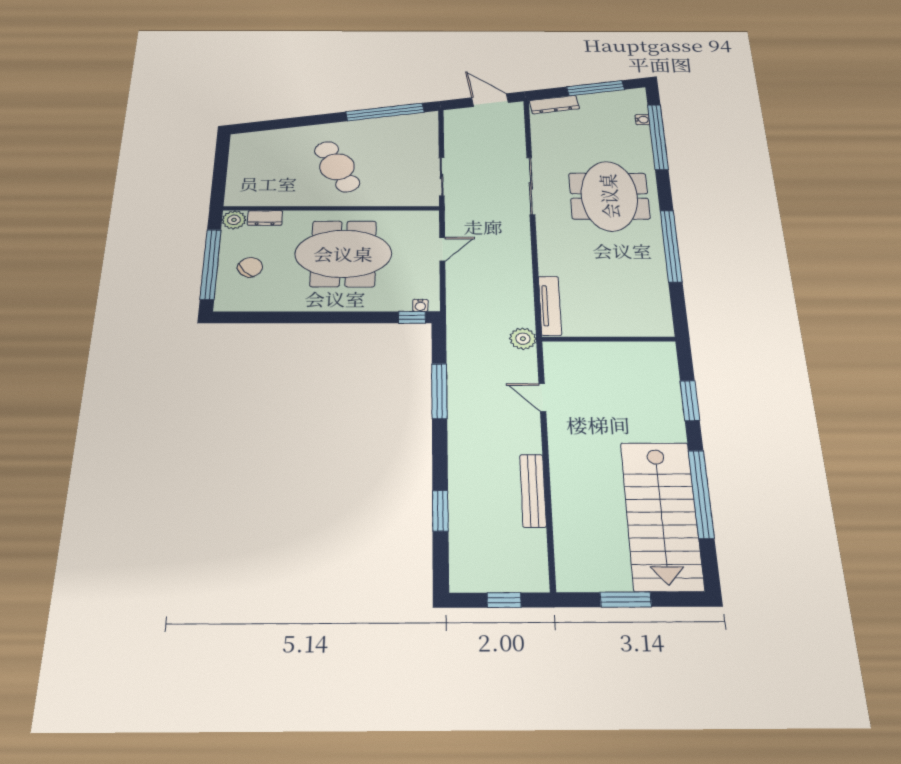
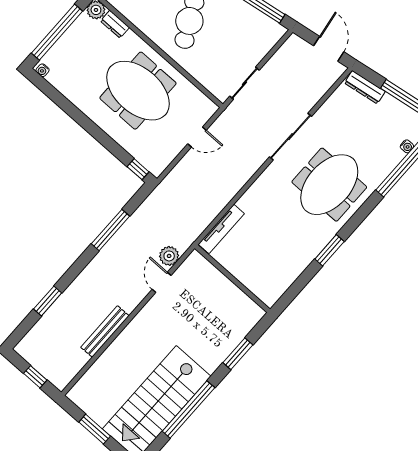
window: (671, 246) -> (329, 250), width x0.47
chair: (250, 267) -> (77, 54), removed
water cooler: (420, 305) -> (43, 70), moved
plant: (523, 339) -> (169, 256), moved

